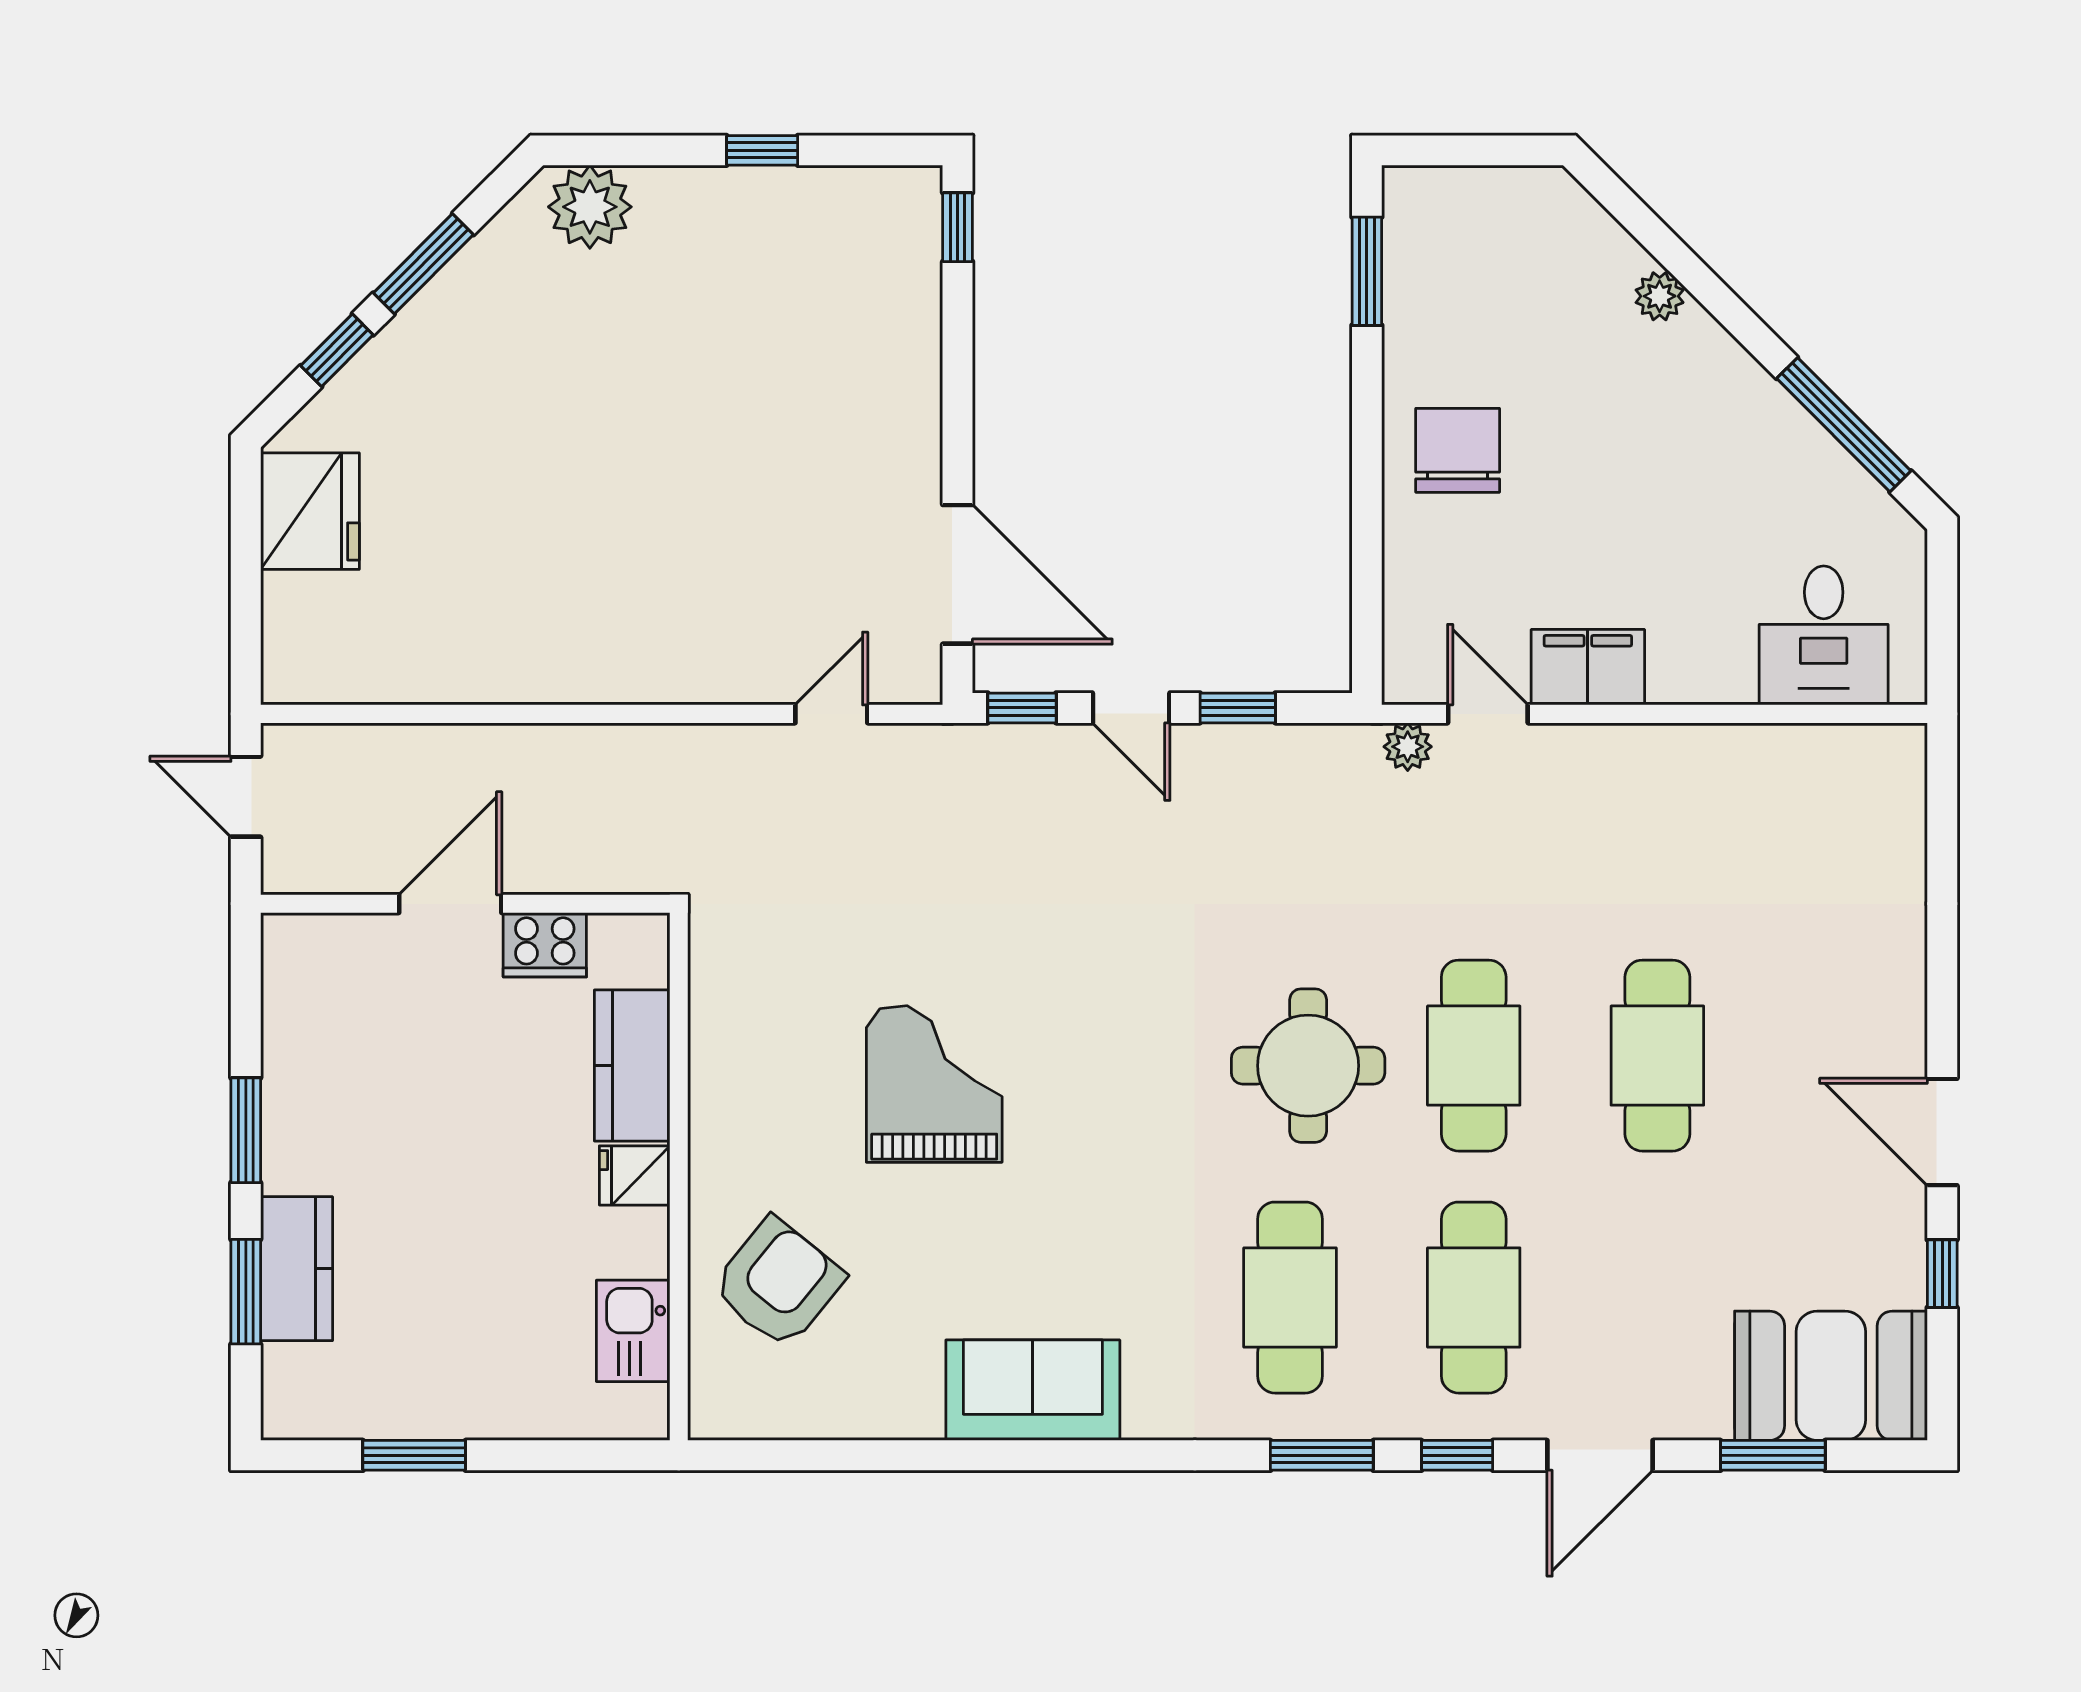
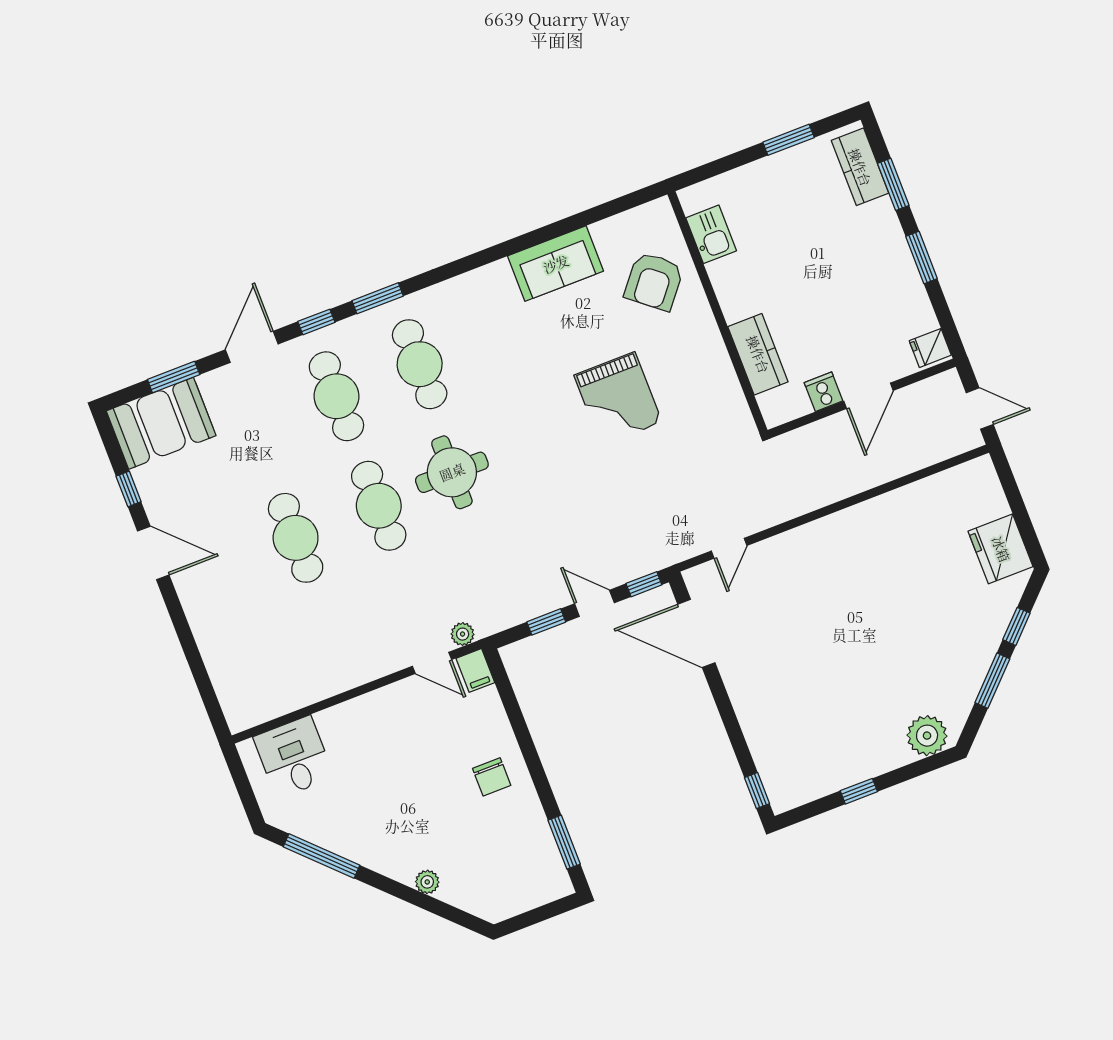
chair: (1458, 450) -> (492, 777), width x0.73, depth x0.73
filing cabinet: (1588, 667) -> (475, 670), moved, width x0.50
cooker: (545, 945) -> (824, 392), width x0.73
fridge: (635, 1175) -> (930, 348), moved, turned 180
kitchen counter: (297, 1269) -> (860, 167), moved
sofa: (1033, 1390) -> (556, 264), moved

